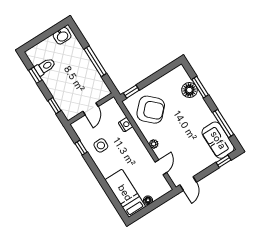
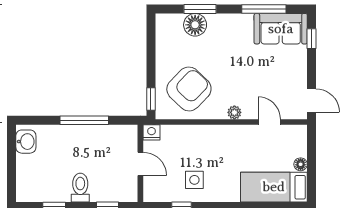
toilet: (45, 67) -> (80, 188), moved
nightstand: (126, 125) -> (152, 132), moved

